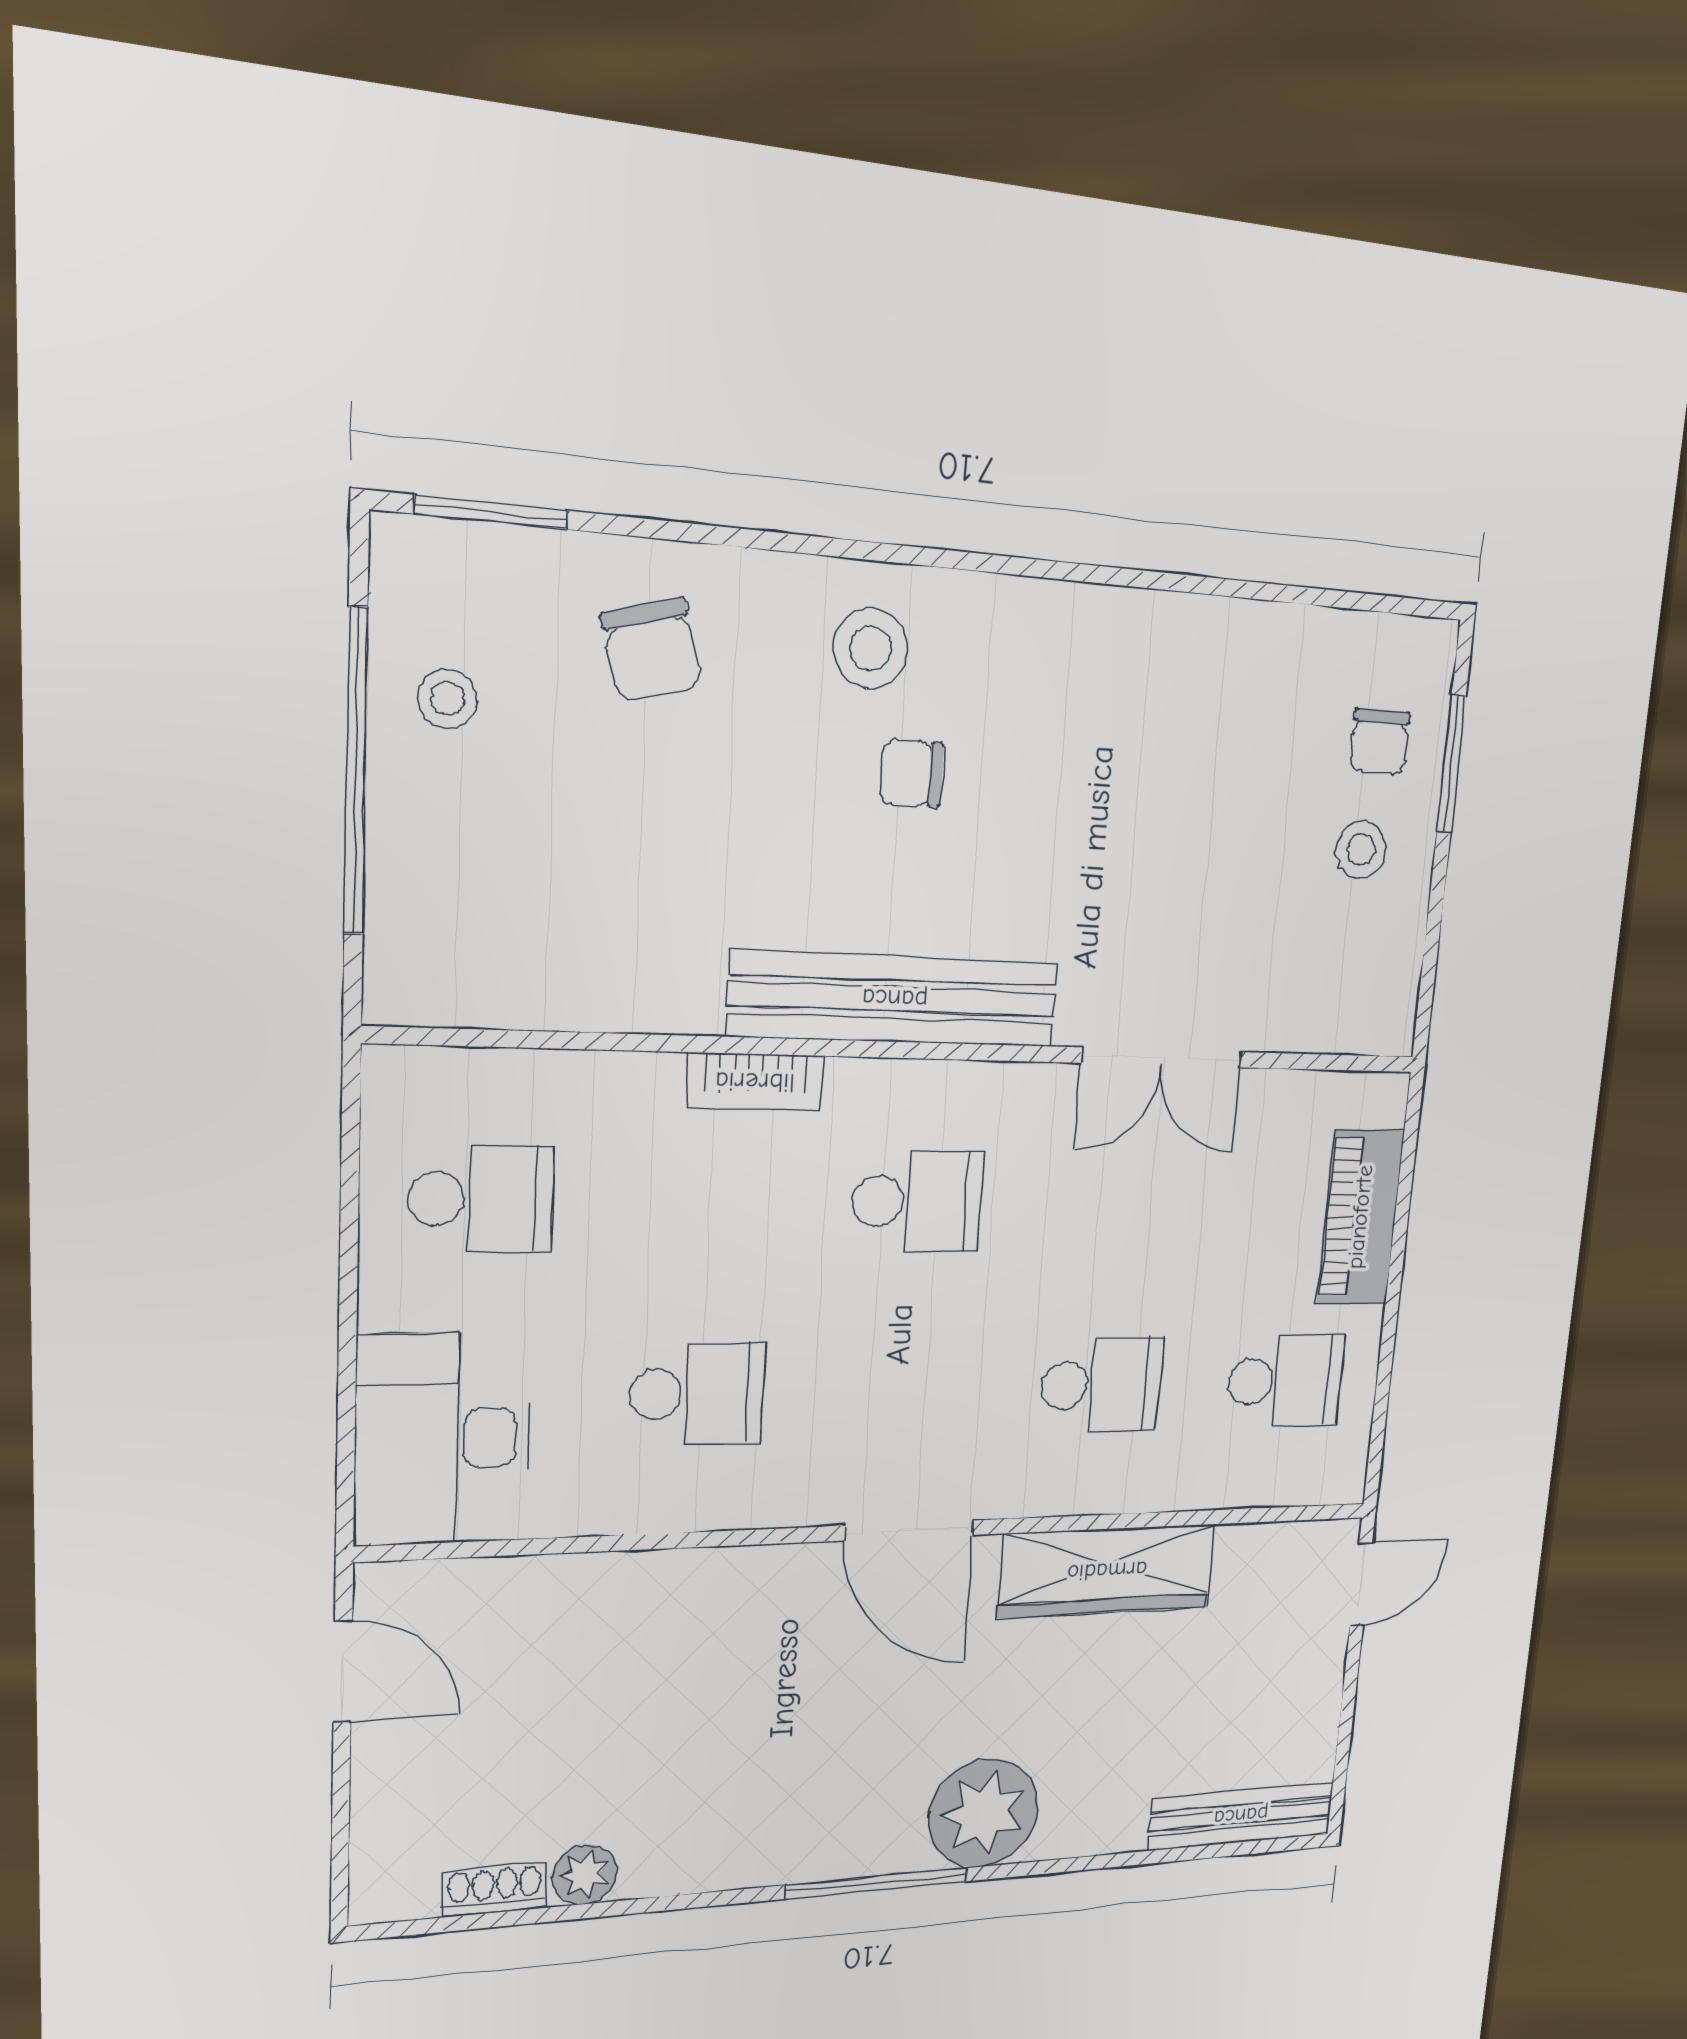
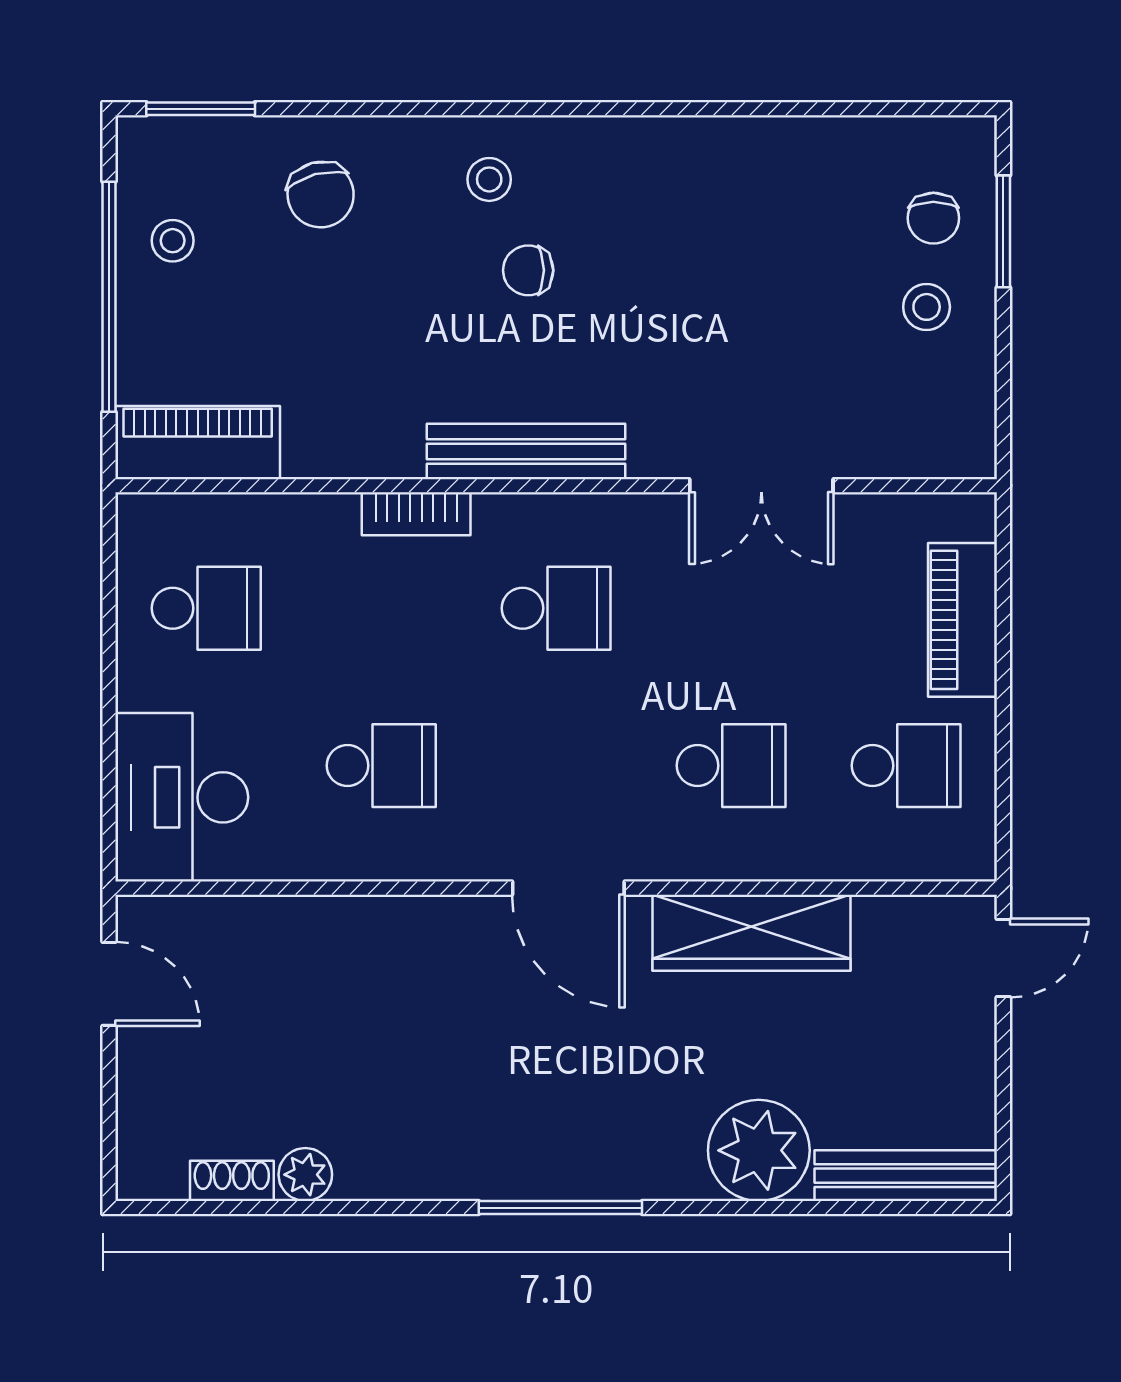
stool: (871, 648) -> (489, 179), width x0.73, depth x0.73
piano: (475, 980) -> (198, 443), added
bench: (895, 999) -> (526, 451), width x0.73, depth x0.82
plant: (984, 1813) -> (759, 1150), moved

